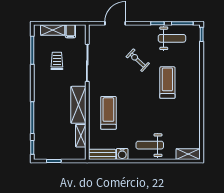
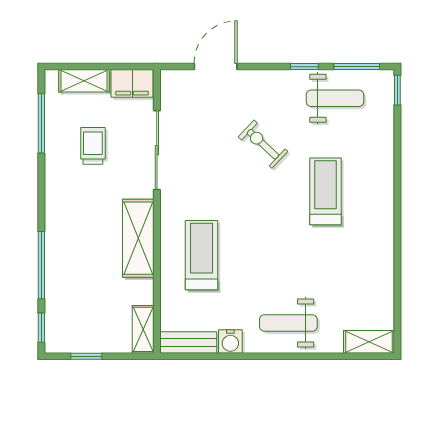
filing cabinet: (70, 31) -> (132, 83), width x2.00
shelving: (81, 136) -> (143, 329), moved

